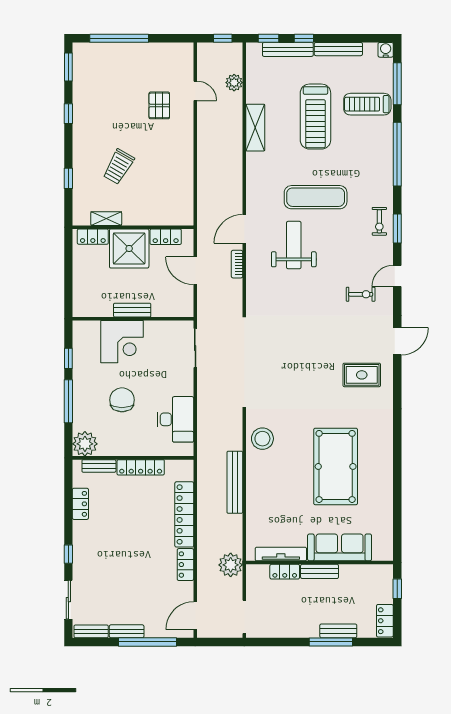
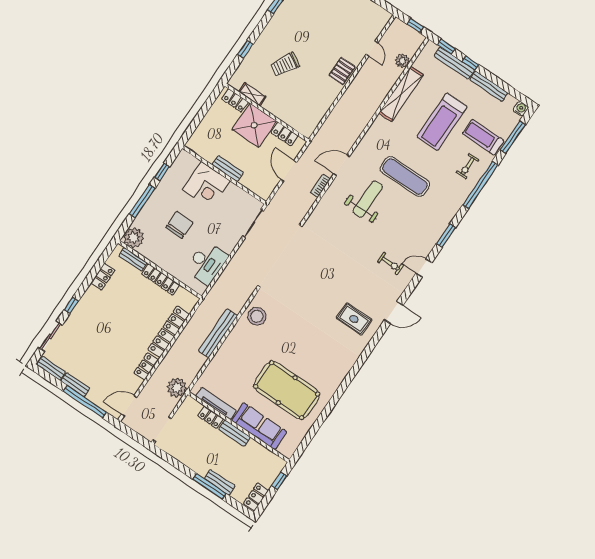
pallet: (159, 105) -> (342, 71), moved
shelving: (255, 128) -> (401, 94), width x1.47
exercise bike: (379, 221) -> (467, 166), moved
pool table: (336, 466) -> (287, 390), moved, turned 90

